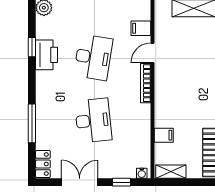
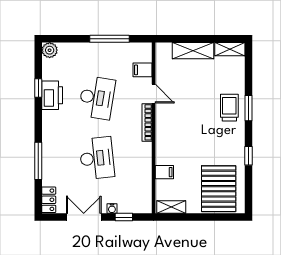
door: (152, 53) -> (154, 94), swing flipped
water cooler: (142, 173) -> (112, 209), moved

